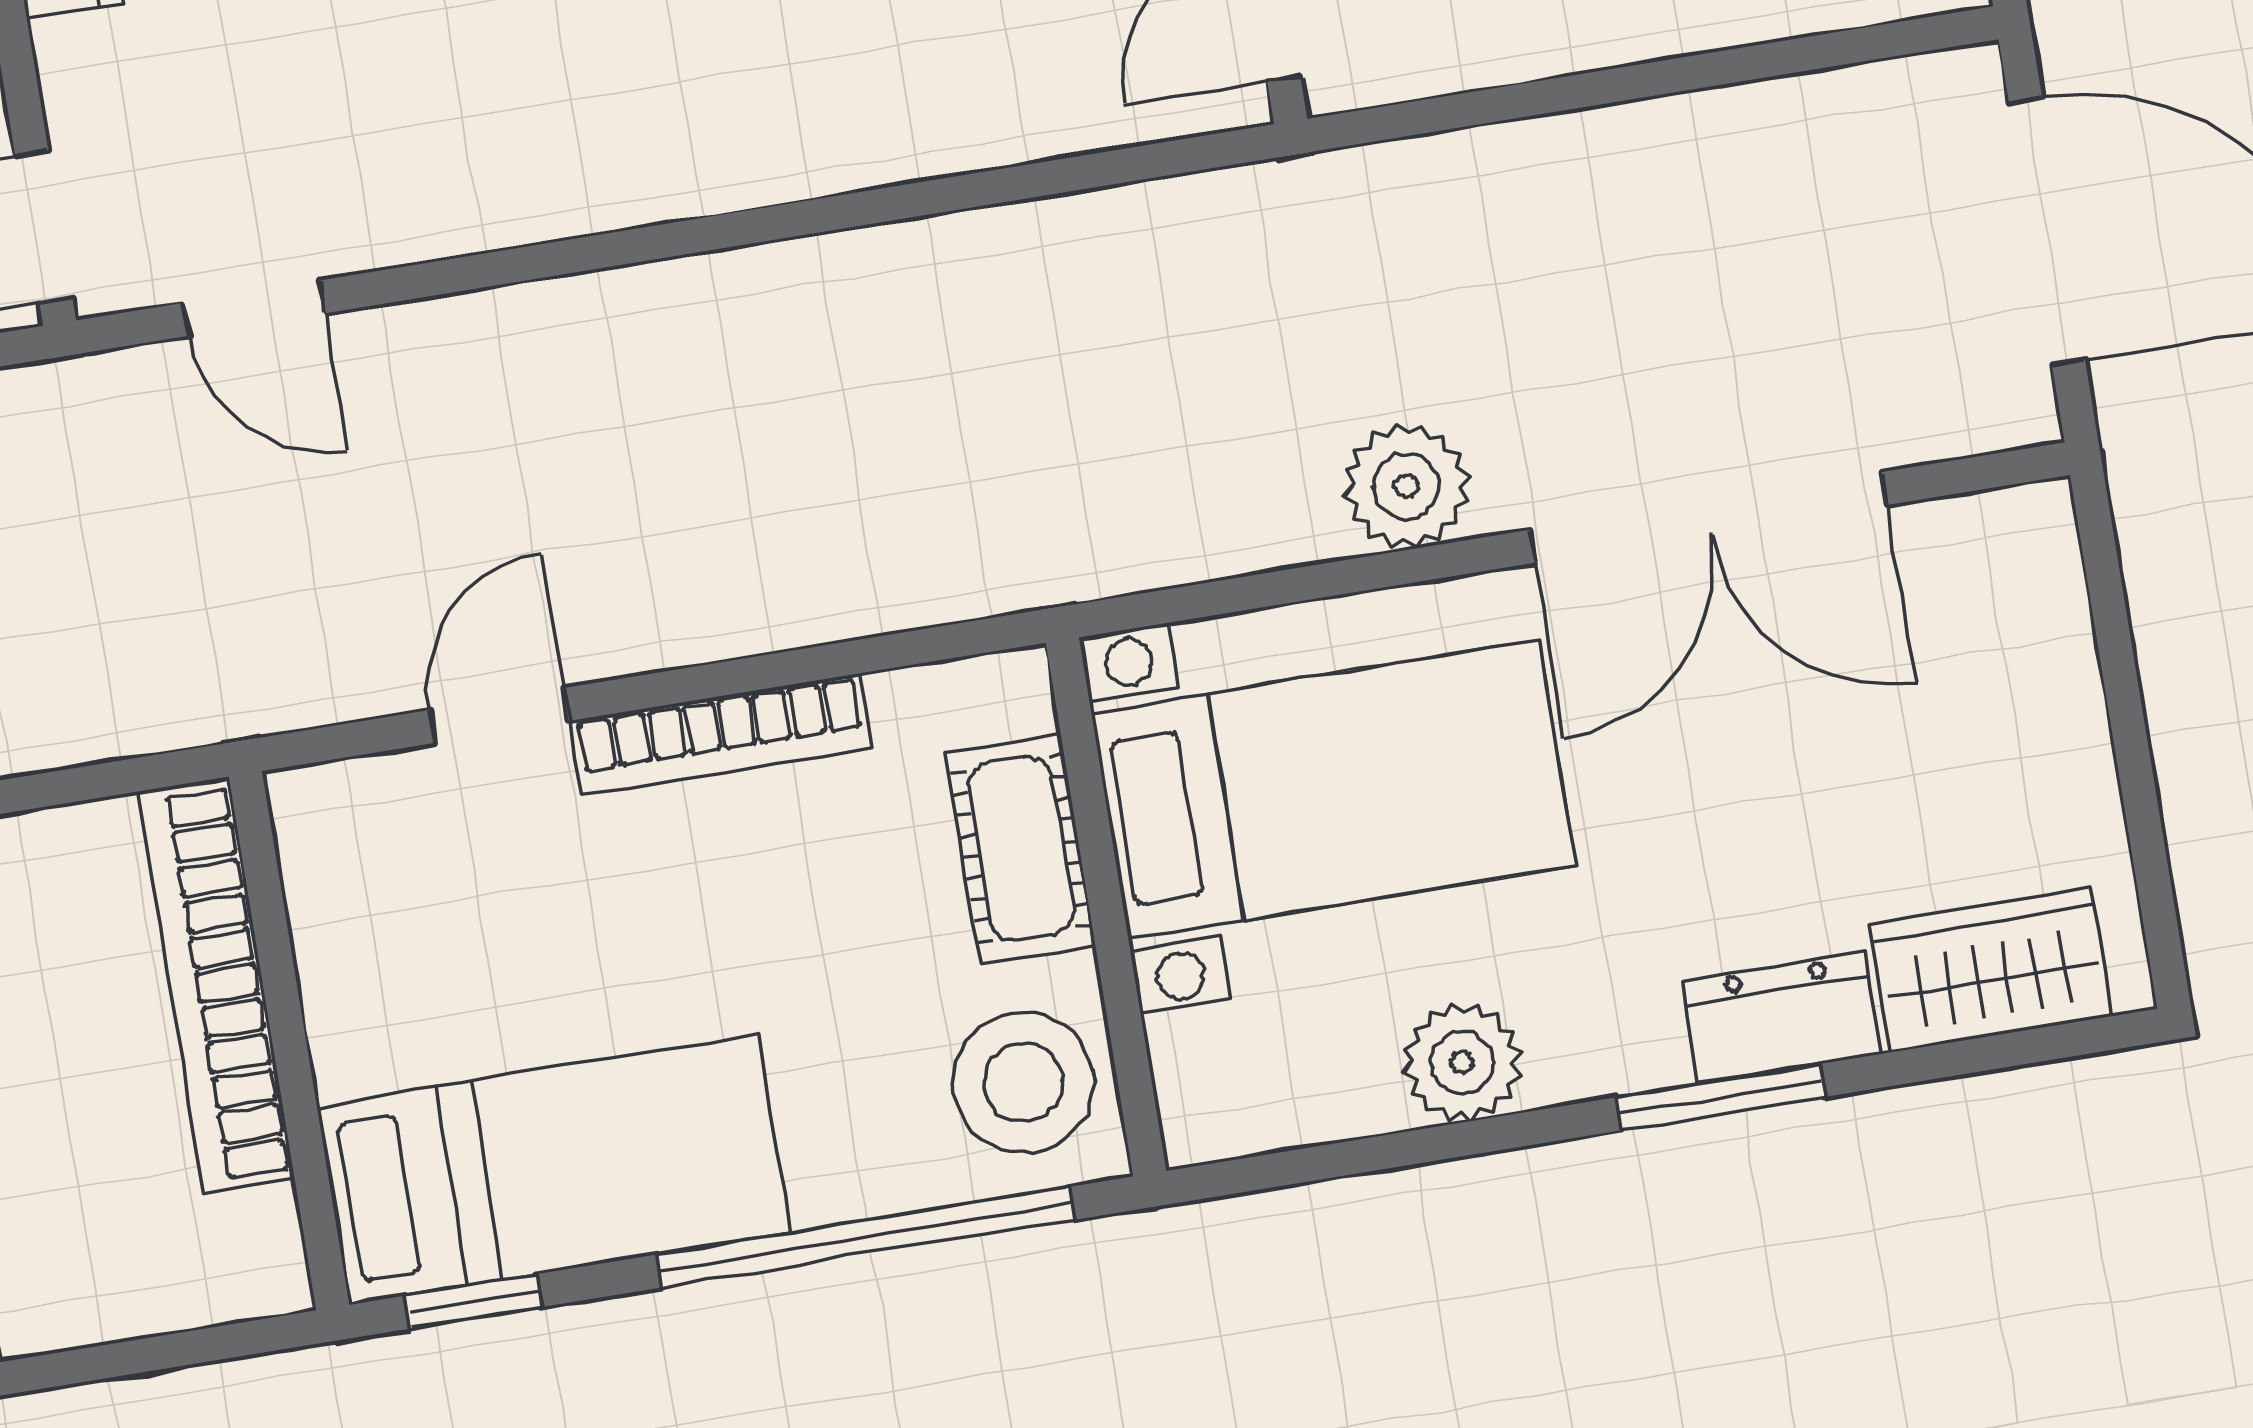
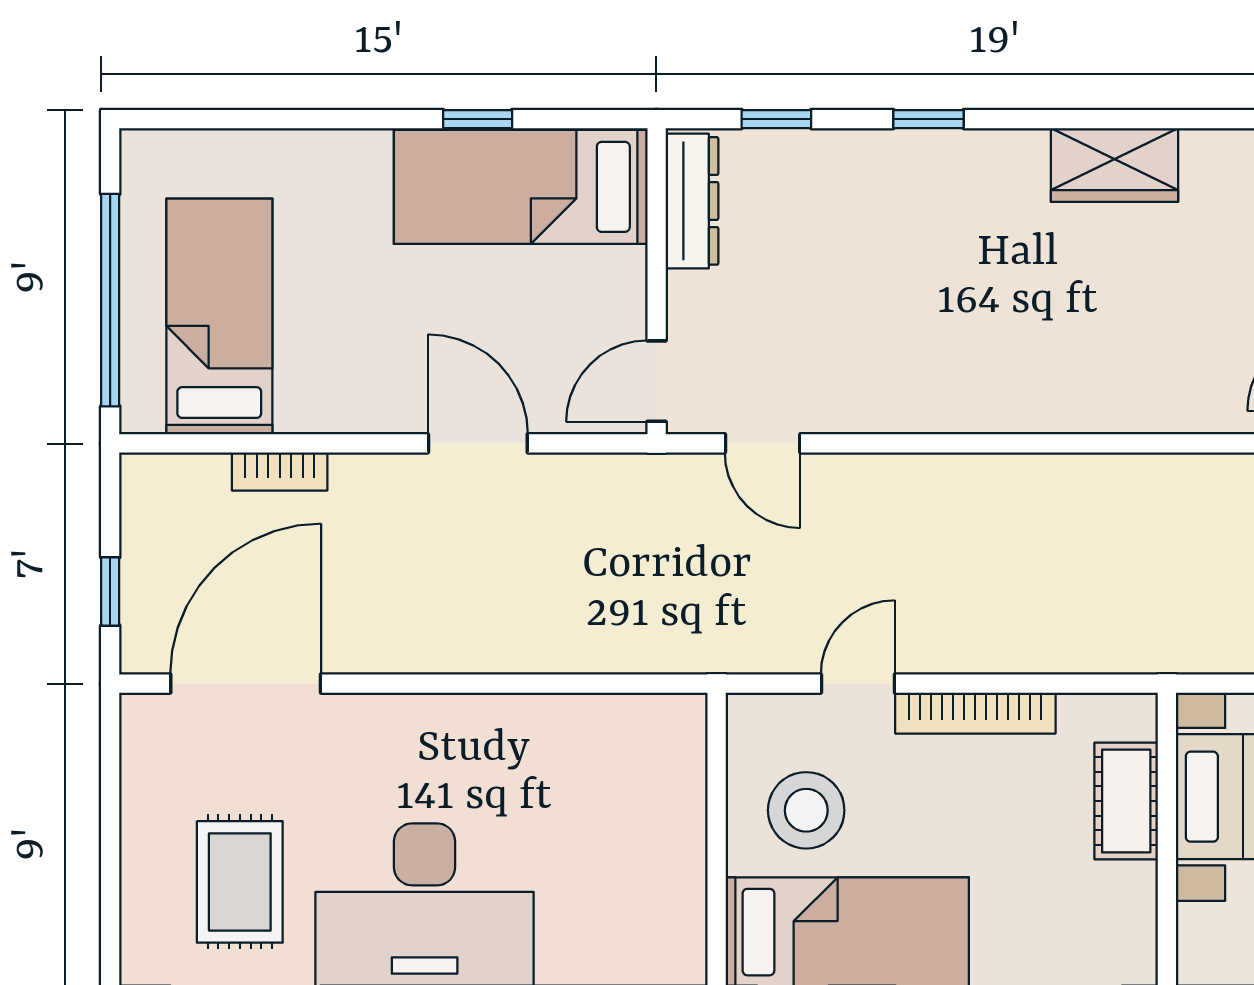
bookcase: (216, 985) -> (682, 803), removed
stool: (1023, 1082) -> (806, 810), moved

